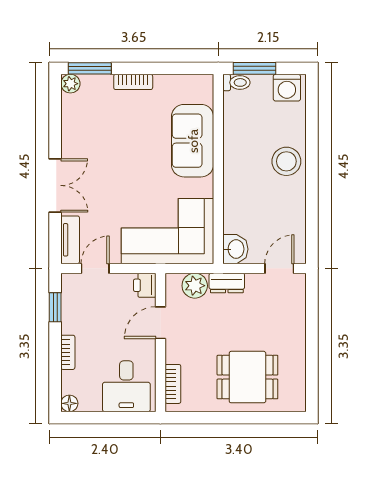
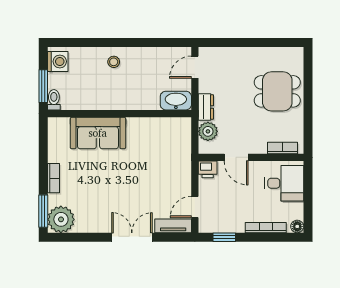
plant: (70, 84) -> (61, 219), width x1.88, depth x1.88
stool: (286, 161) -> (114, 62), width x0.53, depth x0.53
corner sofa: (167, 231) -> (167, 152), removed
washbasin: (235, 249) -> (176, 101), width x1.38
door: (95, 268) -> (195, 207), hinge flipped
door: (279, 268) -> (195, 67), hinge flipped
bookcase: (68, 352) -> (266, 228), width x1.56
dining table: (247, 377) -> (277, 91), turned 90

